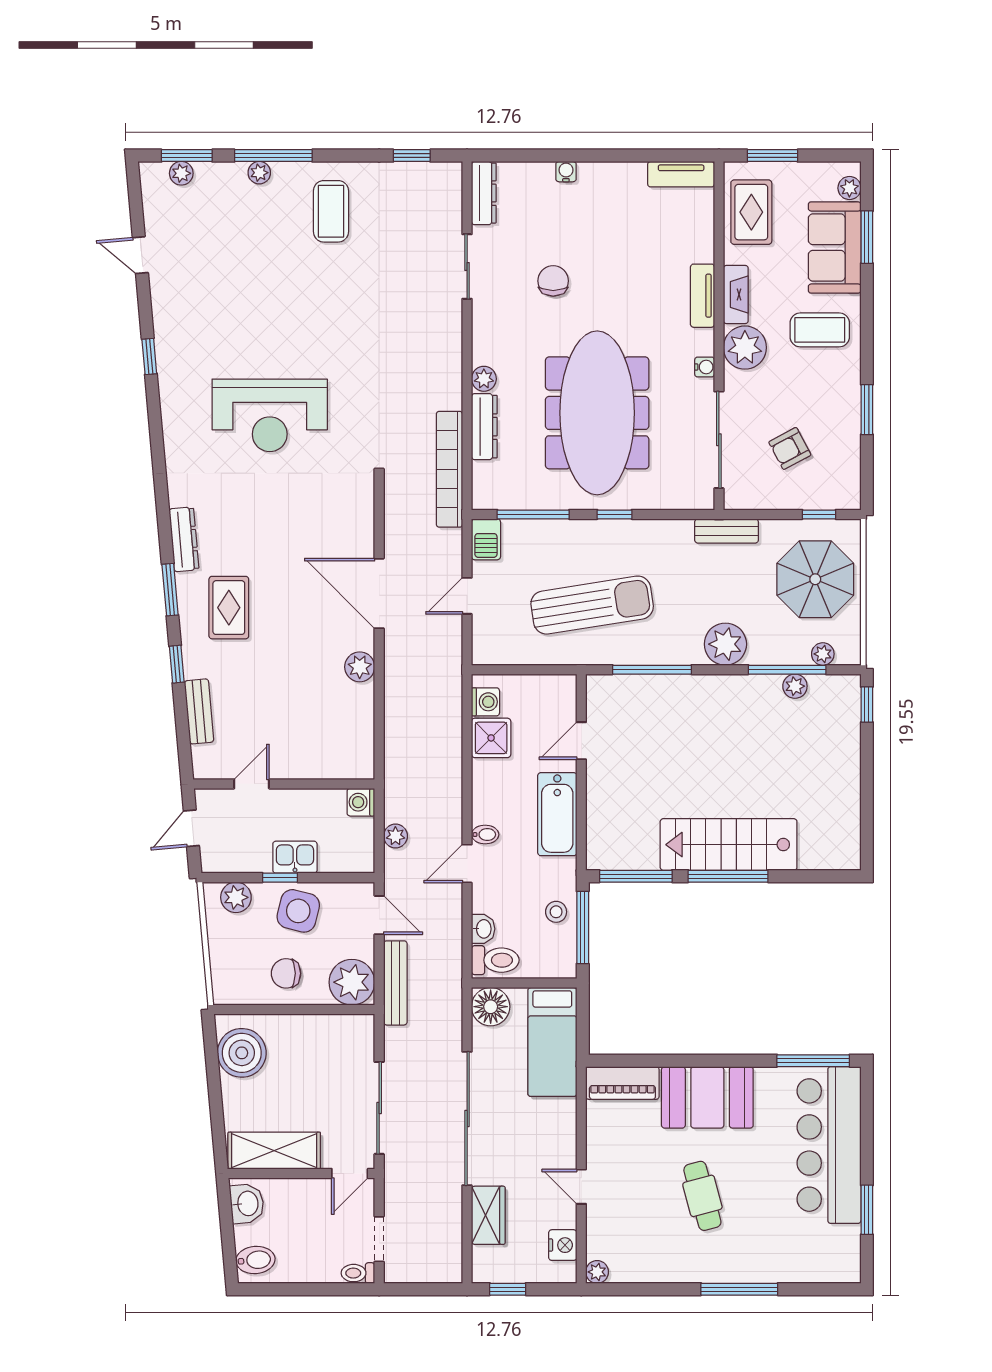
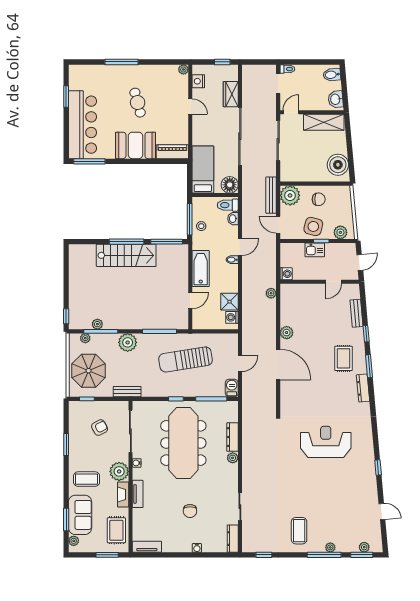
chair: (553, 281) -> (190, 511), moved
bookcase: (449, 469) -> (248, 418), removed
plant: (395, 836) -> (271, 293), moved

